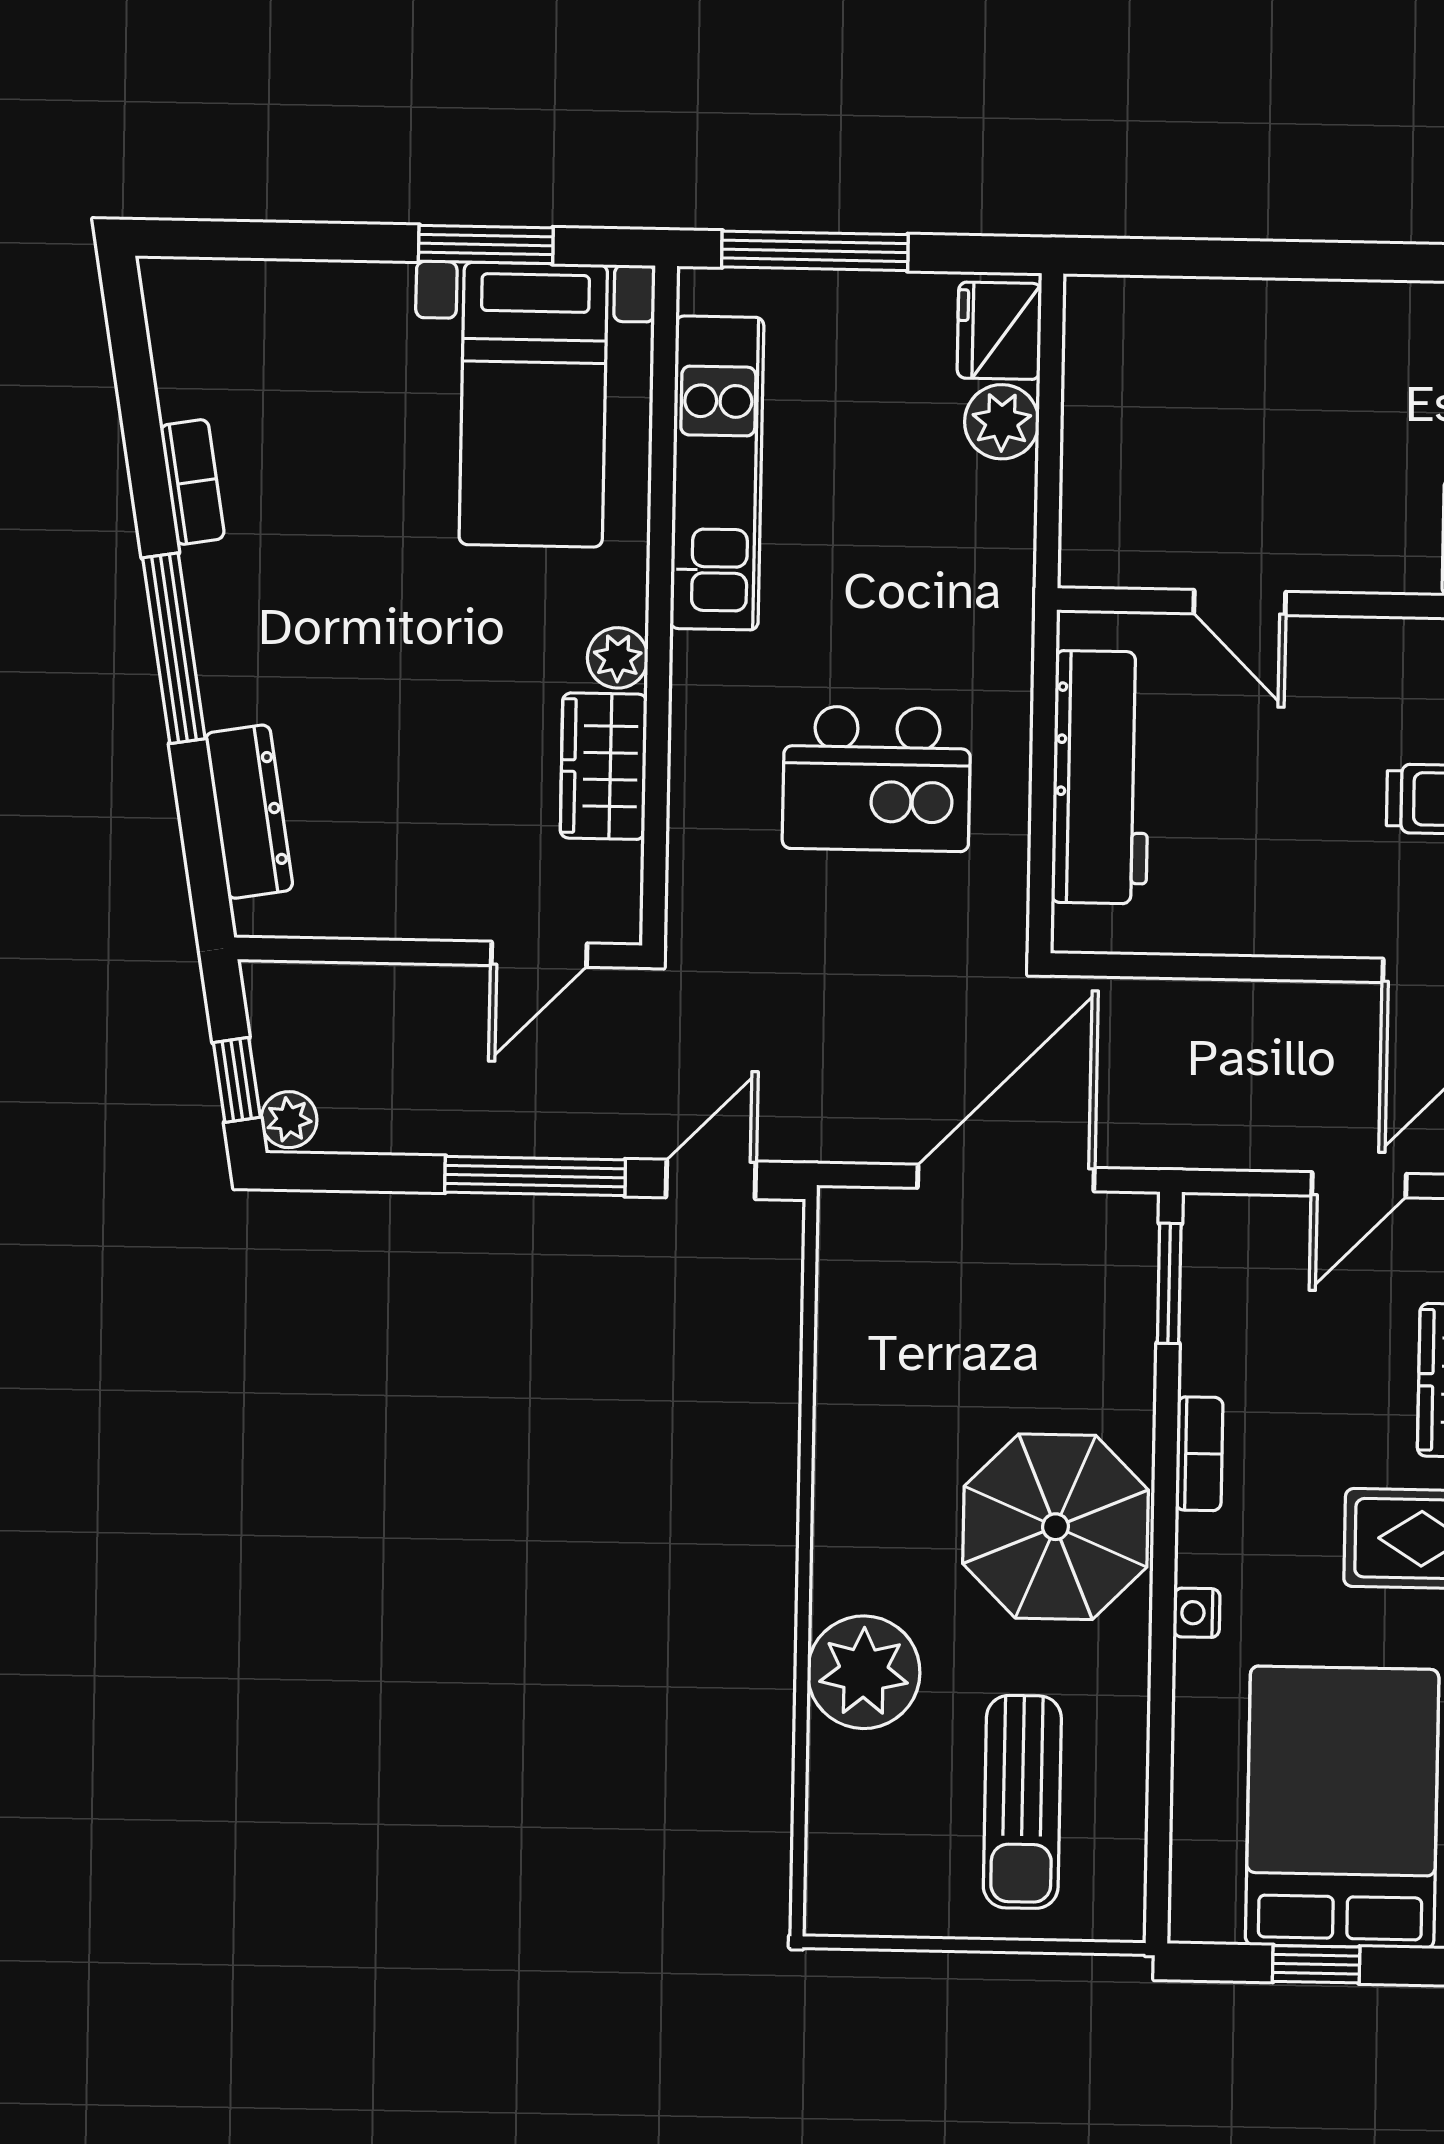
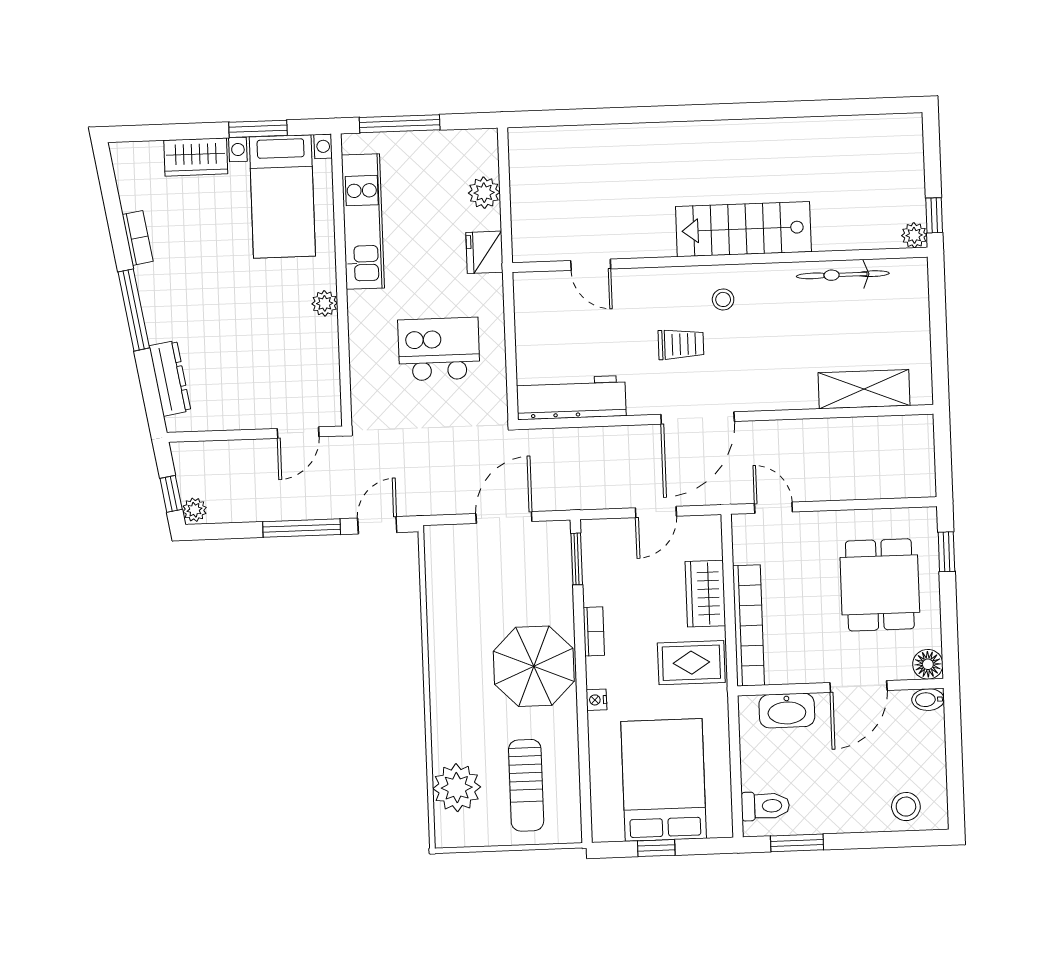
fridge: (999, 331) -> (484, 252), moved
wardrobe: (604, 766) -> (196, 157), moved, turned -90
workbench: (1101, 777) -> (571, 398), moved, turned -90
kitchen island: (877, 779) -> (439, 349), turned 180
door: (1006, 1178) -> (504, 518), width x0.73
plant: (864, 1672) -> (457, 788), moved

